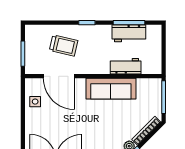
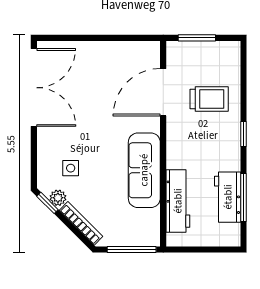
trolley: (64, 45) -> (209, 99), turned -103
workbench: (126, 66) -> (178, 201), width x1.38
side table: (35, 102) -> (71, 168), moved

